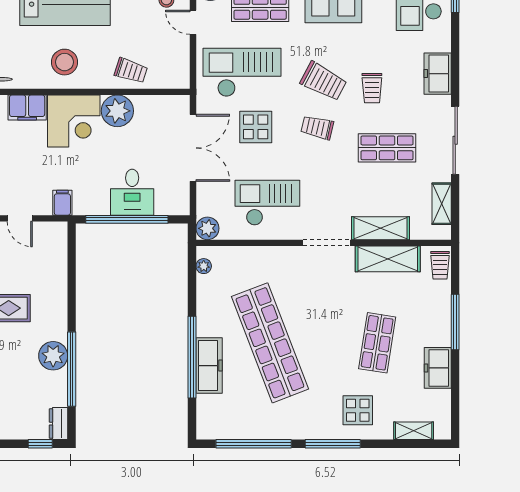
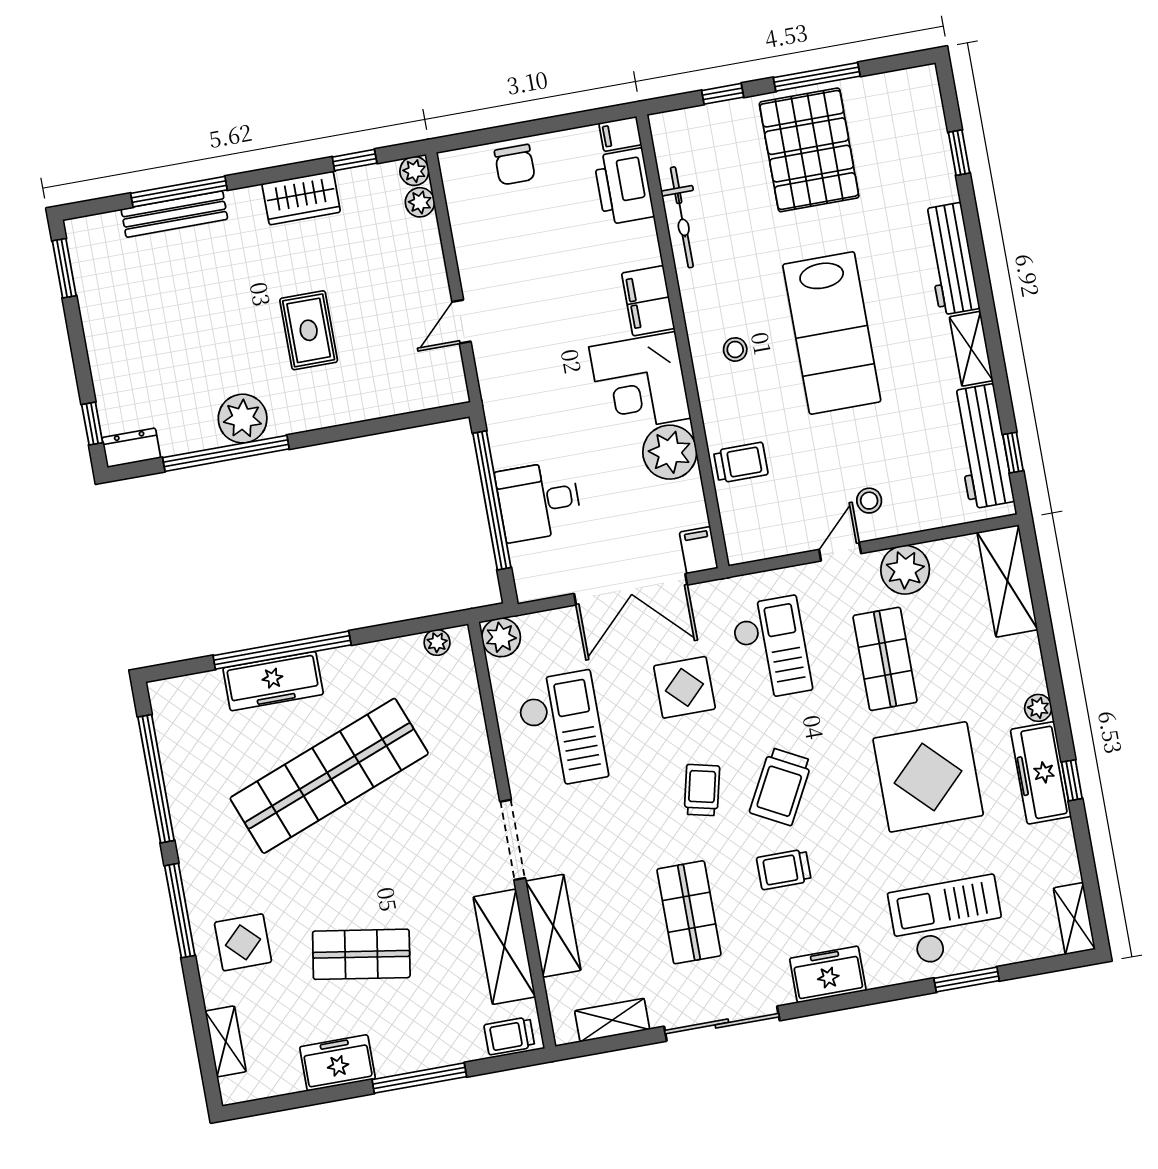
stool: (65, 62) -> (735, 349), width x0.53, depth x0.53
trolley: (131, 71) -> (741, 463), turned -108
checkout: (242, 72) -> (771, 648), width x0.73, depth x0.83
filing cabinet: (62, 203) -> (699, 550), moved, turned -90

